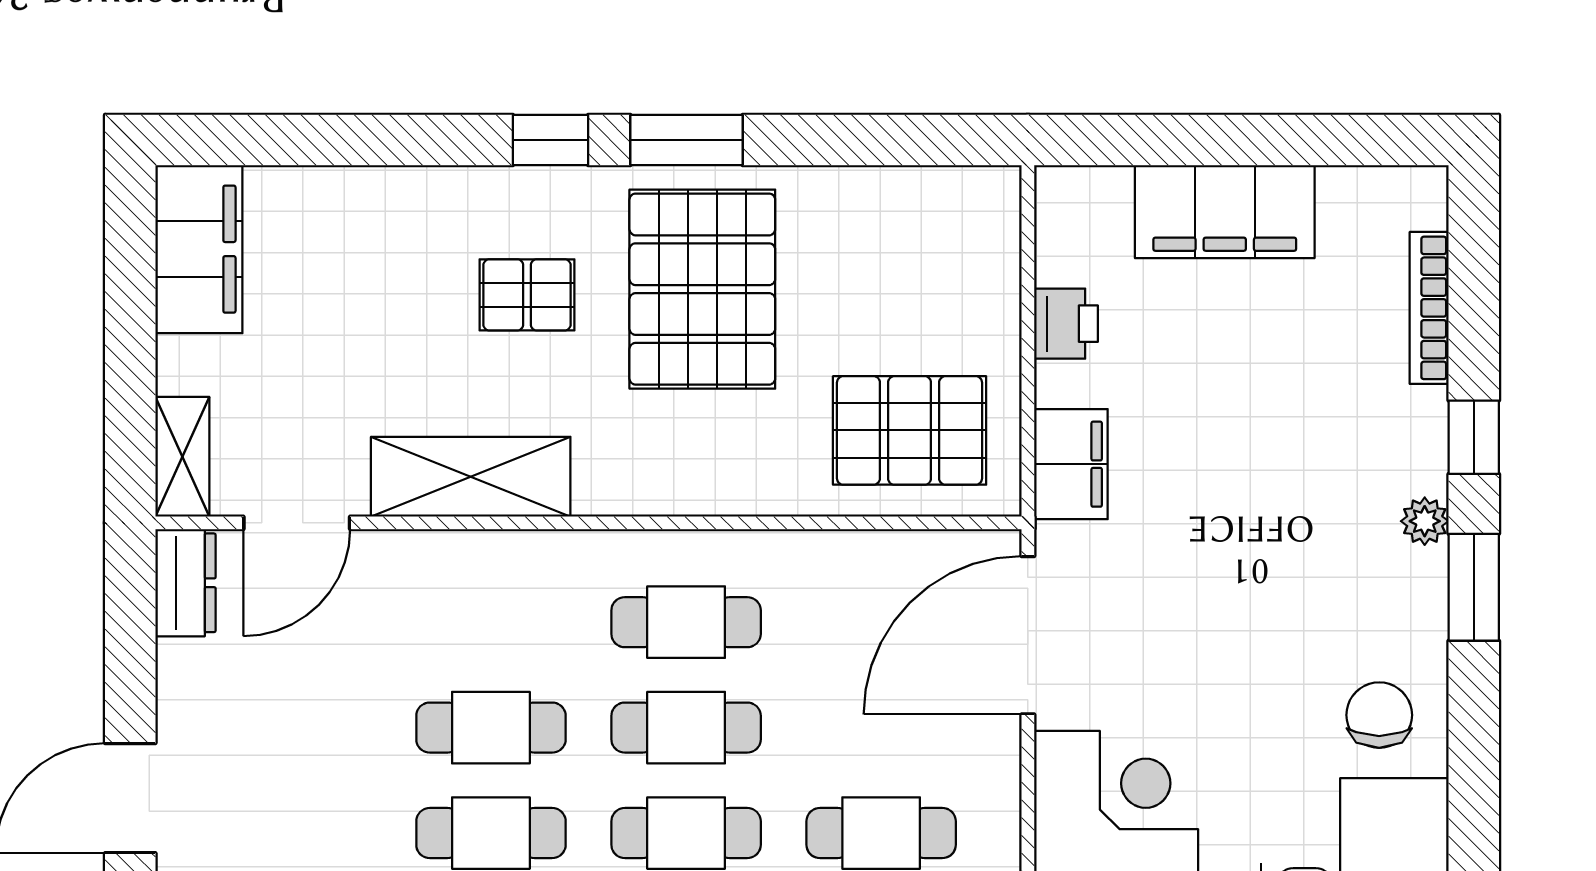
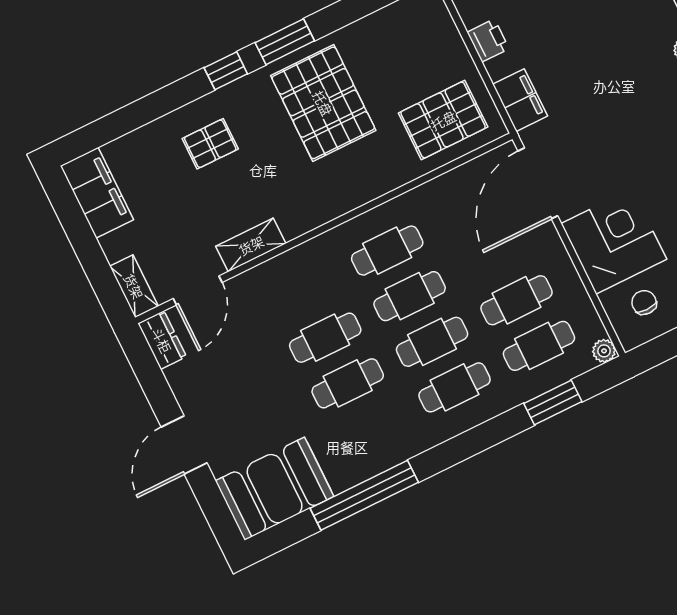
pallet: (527, 295) -> (210, 144), moved
shelving: (471, 477) -> (251, 245), width x0.67, depth x0.75

